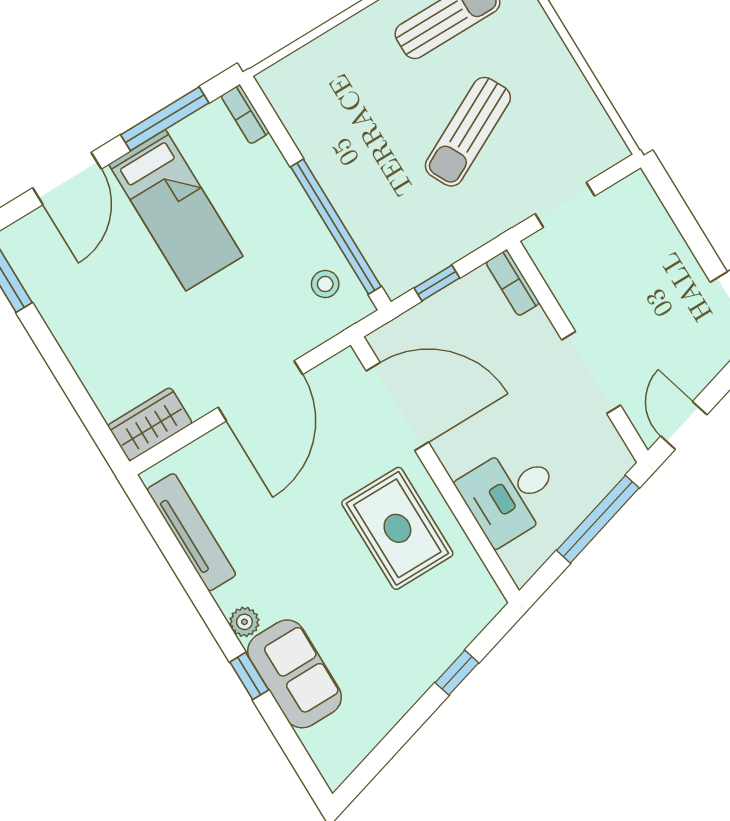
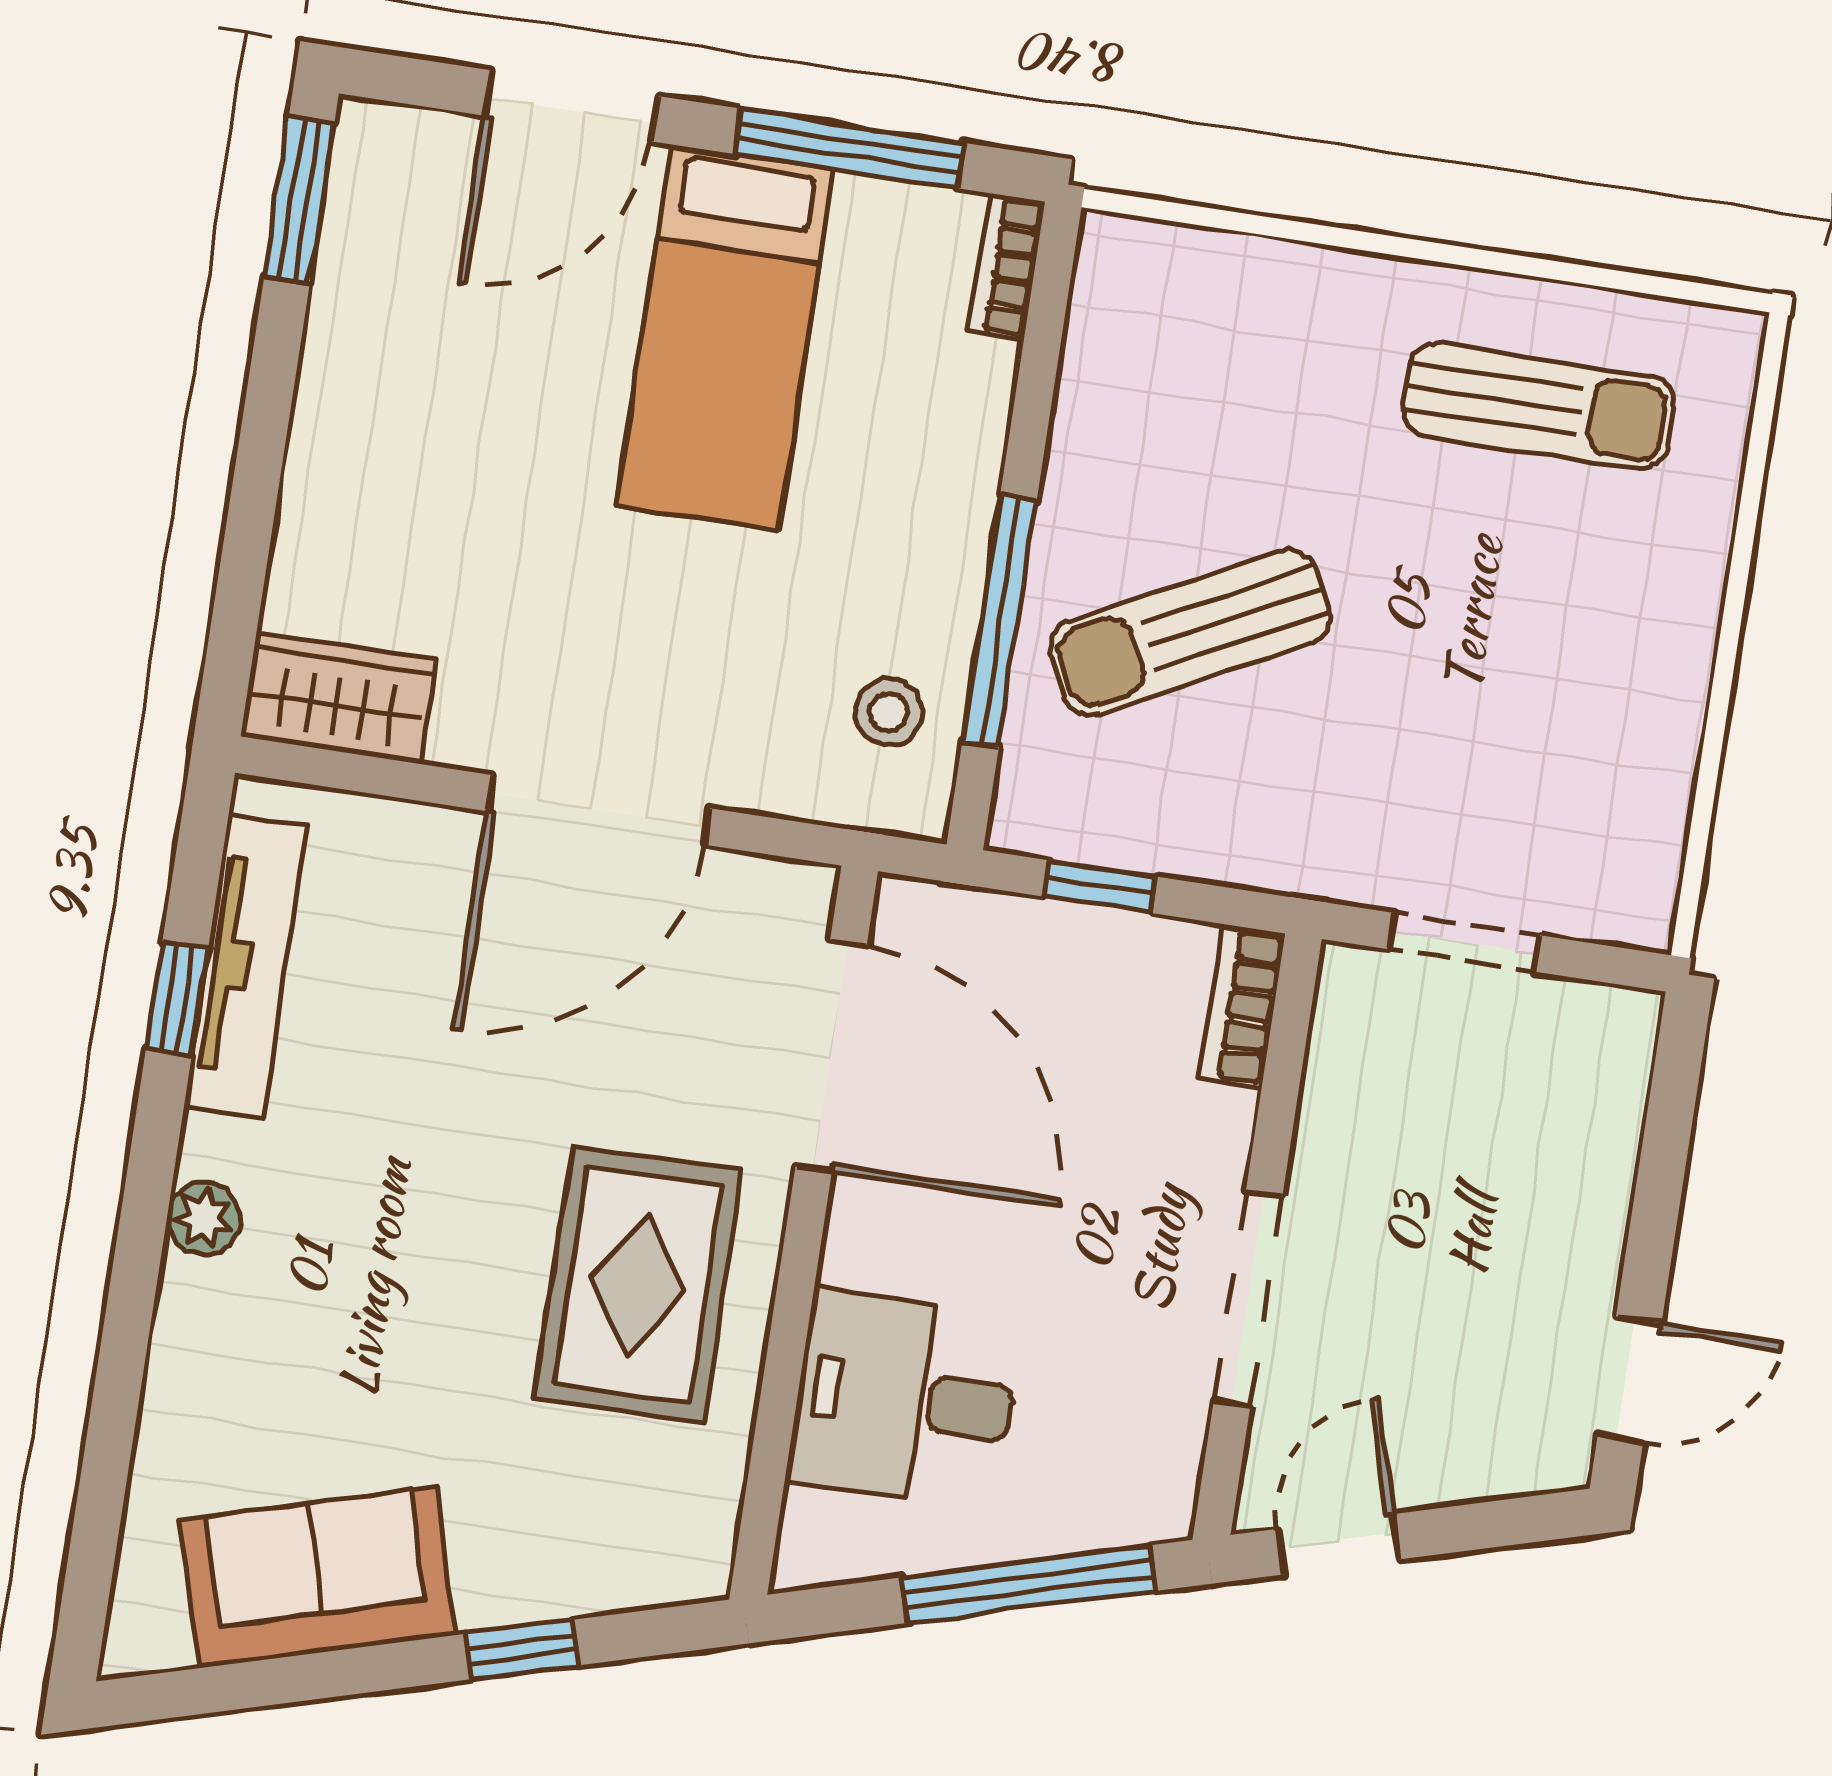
sun lounger: (468, 132) -> (1190, 632), moved
window: (336, 227) -> (999, 621), width x0.68
sofa: (295, 674) -> (318, 1577), moved, turned -106
window: (249, 676) -> (177, 999), moved

